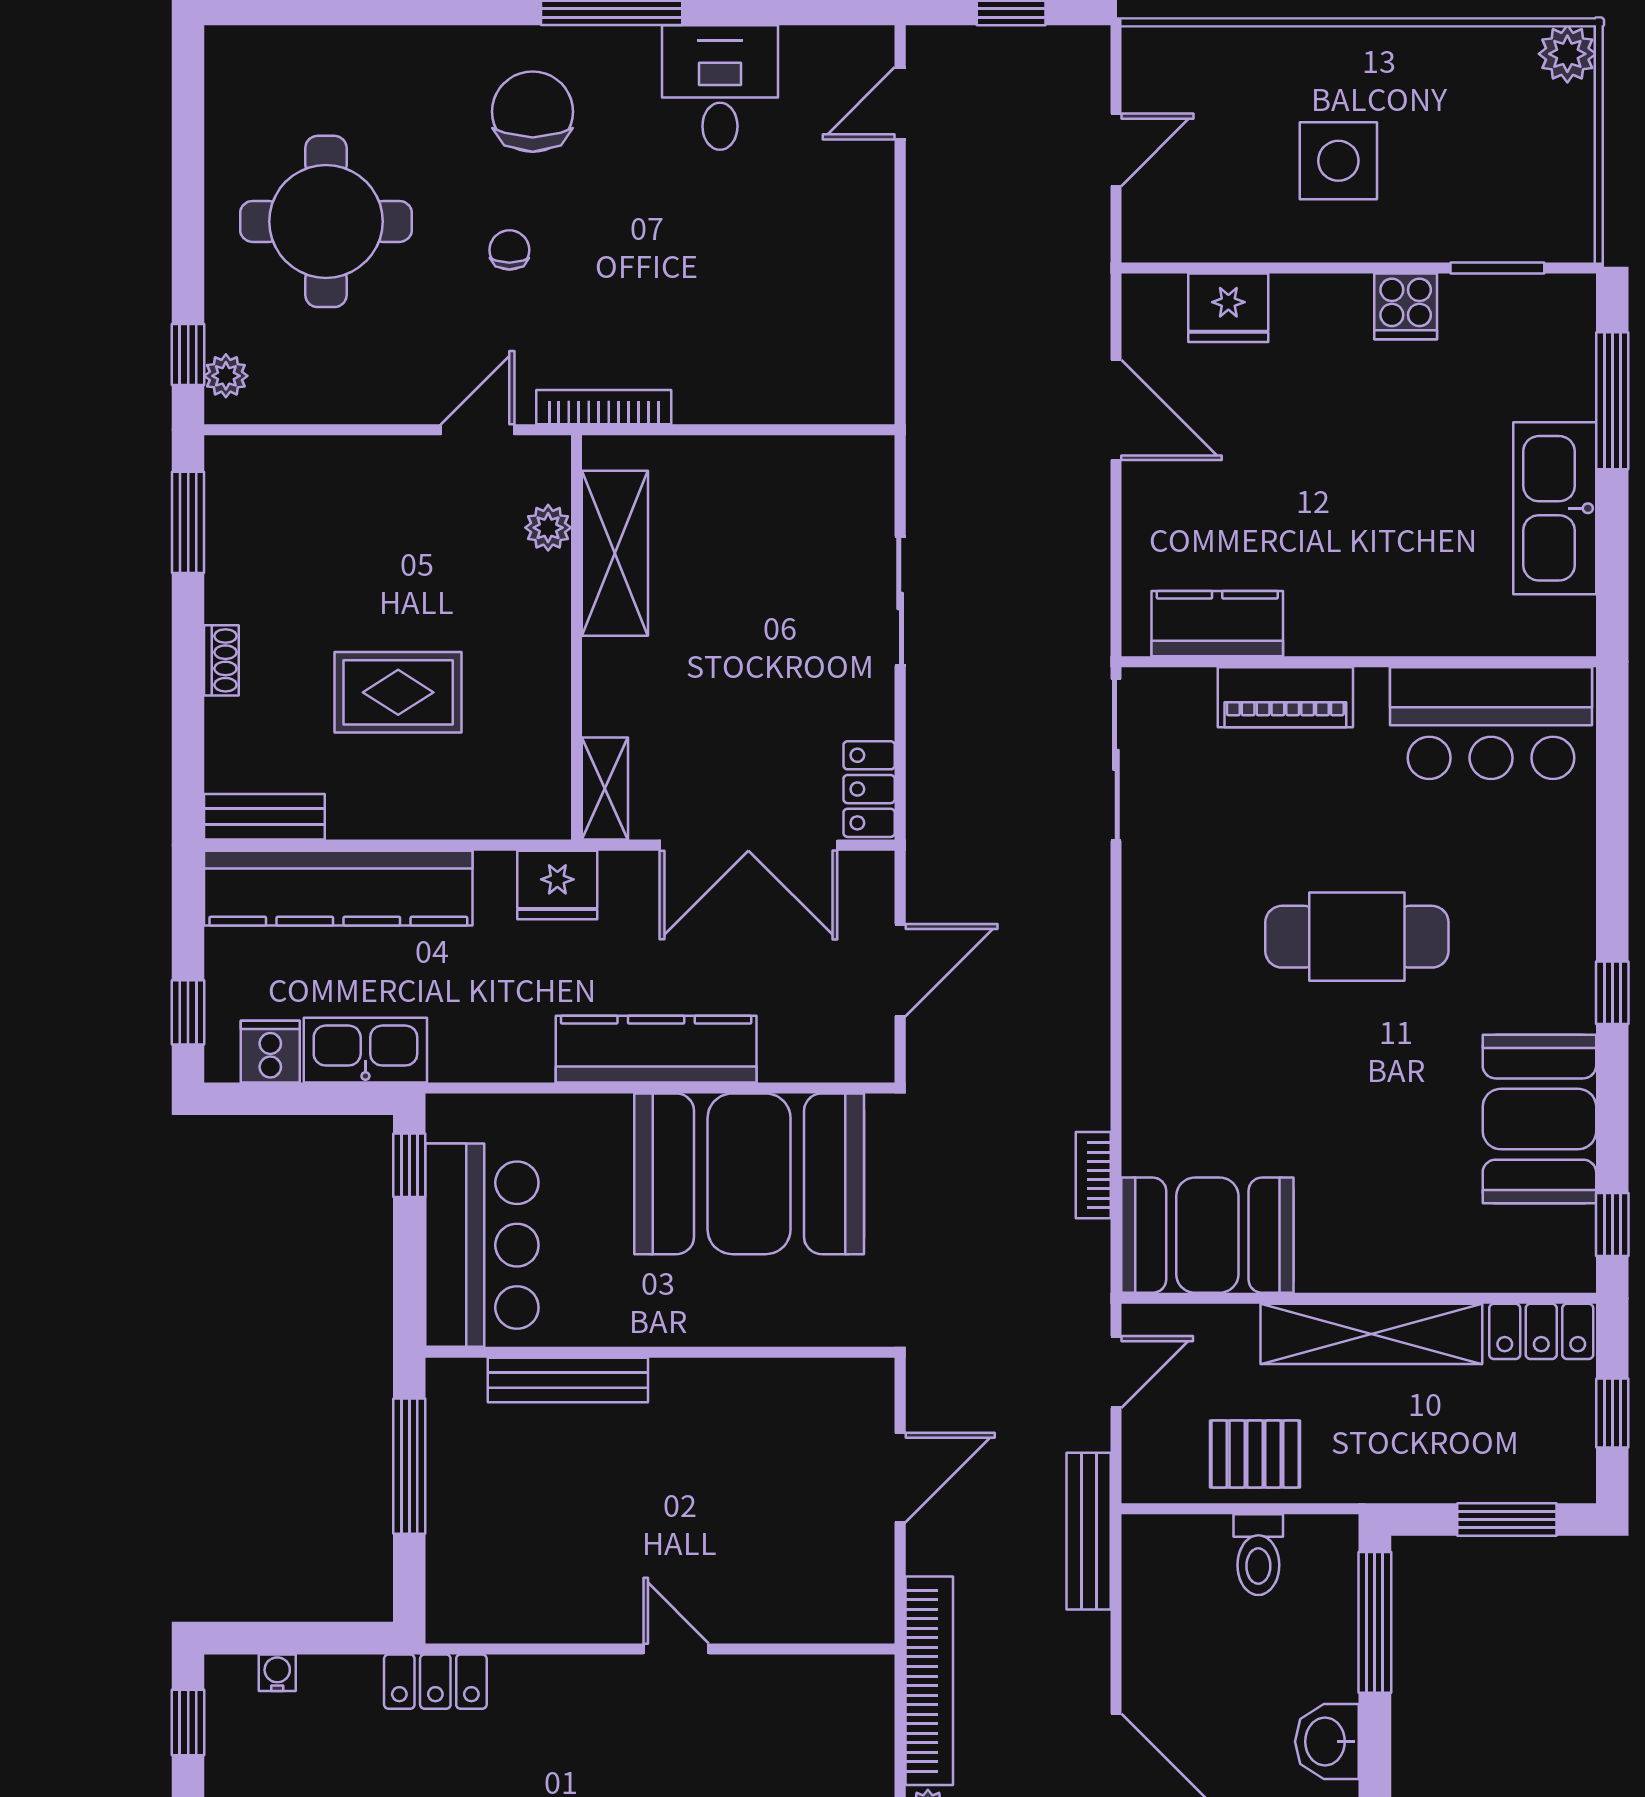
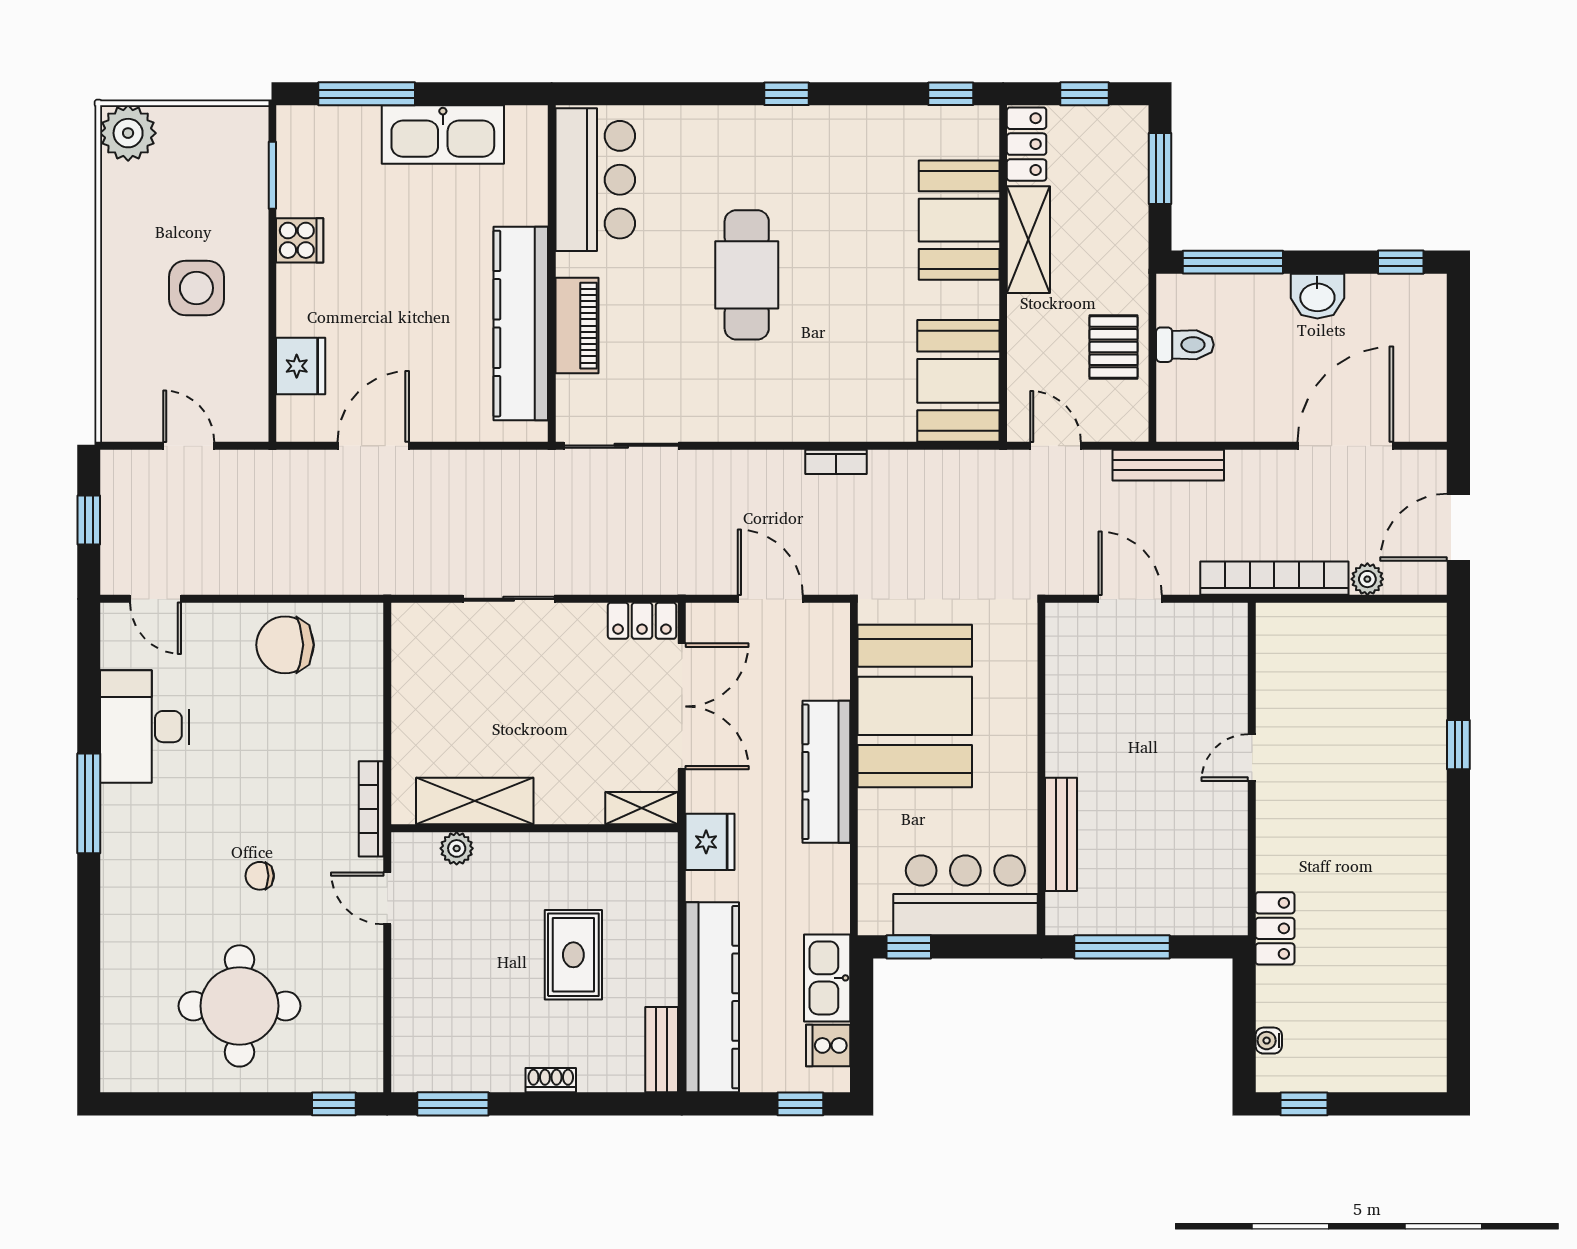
plant: (1567, 54) -> (128, 133), width x1.36, depth x1.36
desk: (720, 88) -> (145, 727), width x1.37
chair: (533, 112) -> (285, 645), moved
plant: (226, 376) -> (349, 1077), removed
kitchen counter: (1217, 624) -> (521, 324), width x2.08, depth x1.17
booth: (1539, 1119) -> (959, 220), moved, turned 90
bookcase: (1093, 1175) -> (836, 462), moved
shelving: (1371, 1334) -> (1028, 240), width x0.68

